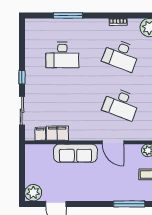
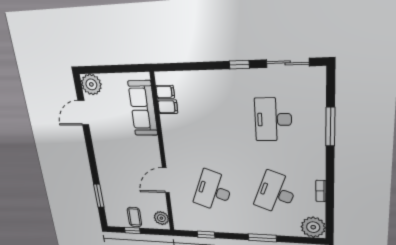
sliding door: (22, 111) -> (288, 63), moved
filing cabinet: (57, 133) -> (168, 107), width x0.50
sofa: (75, 153) -> (143, 108), moved
window: (129, 204) -> (99, 196), width x0.69

